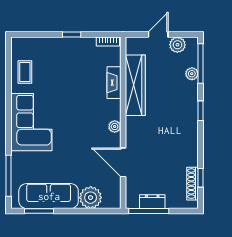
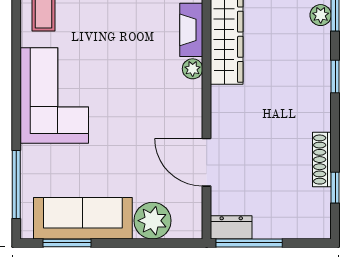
plant: (115, 127) -> (193, 69), moved
shoe rack: (193, 184) -> (322, 160), moved
dresser: (152, 202) -> (231, 227), moved

